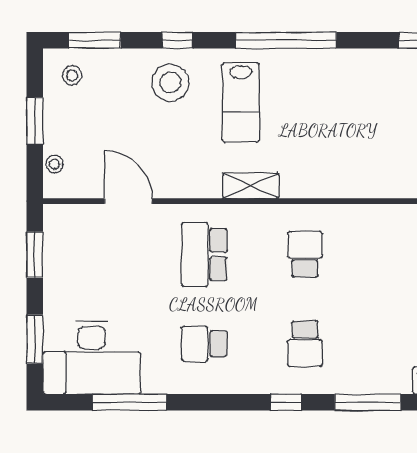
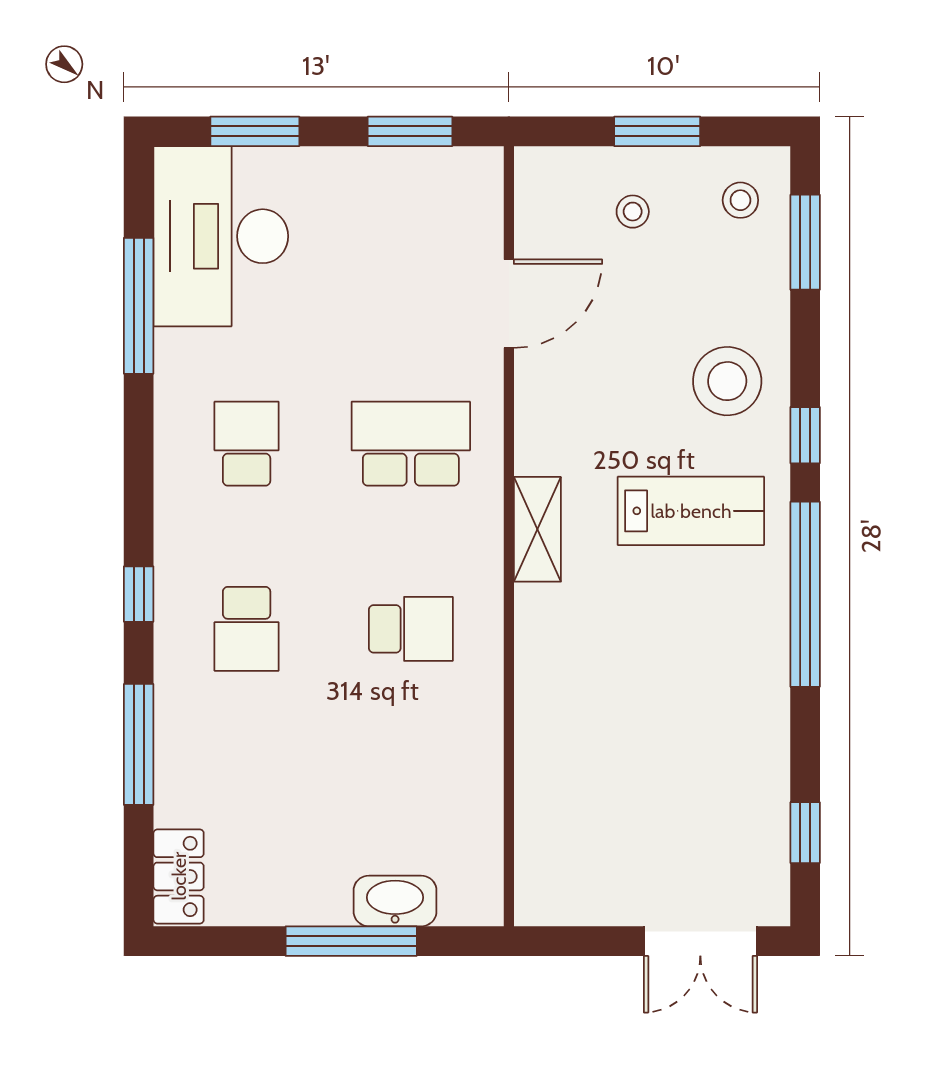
window: (178, 40) -> (805, 435), moved
lab bench: (241, 102) -> (691, 511), turned 180
stool: (55, 164) -> (633, 212), moved
school desk: (305, 344) -> (247, 629), turned -90

